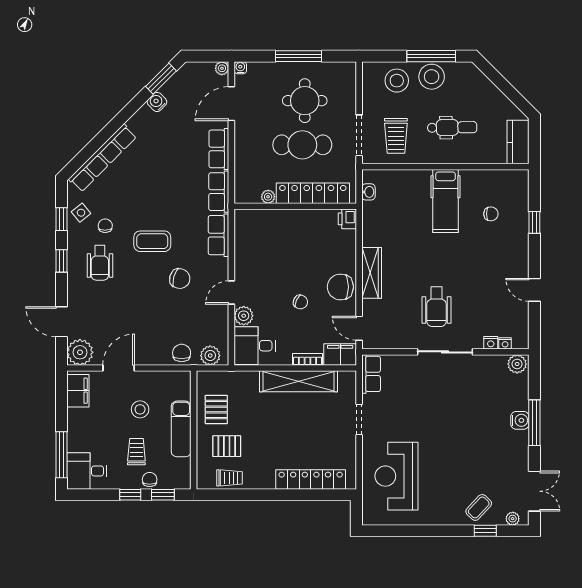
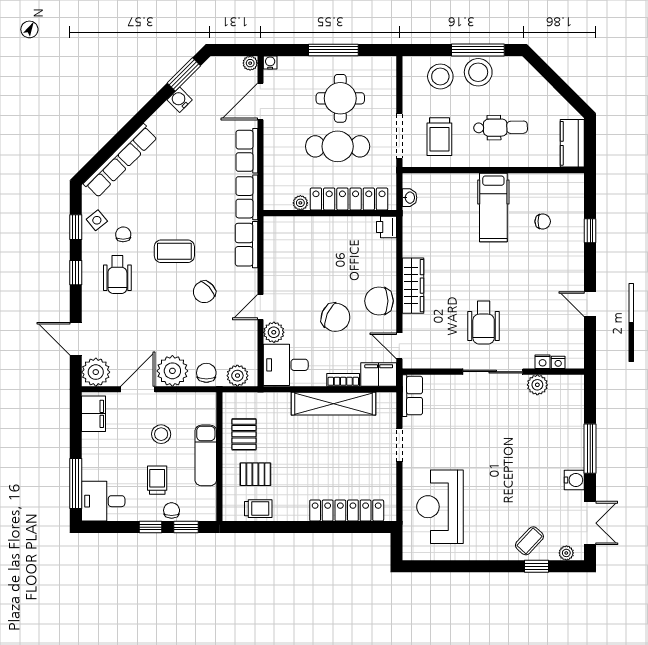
chair: (180, 279) -> (204, 292), turned 121
chair: (300, 302) -> (336, 317), width x1.87, depth x1.87
plant: (150, 351) -> (172, 371), added
plant: (517, 364) -> (537, 385), moved
water cooler: (520, 420) -> (574, 480), moved

